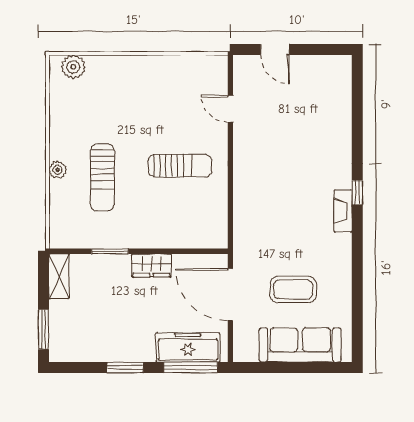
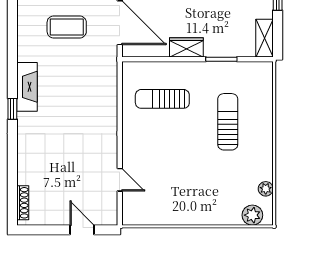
shoe rack: (345, 81) -> (23, 203), added
sun lounger: (180, 166) -> (162, 99), moved
plant: (57, 170) -> (266, 189), moved
fireplace: (343, 211) -> (27, 87), width x1.37, depth x1.32

